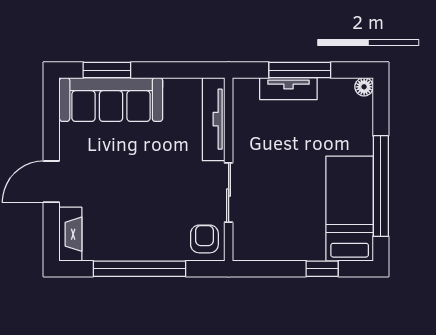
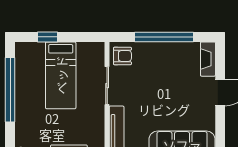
bed: (350, 209) -> (61, 75), moved
armchair: (204, 239) -> (122, 56), turned -90

